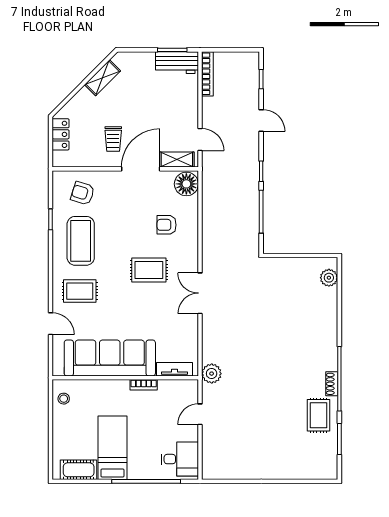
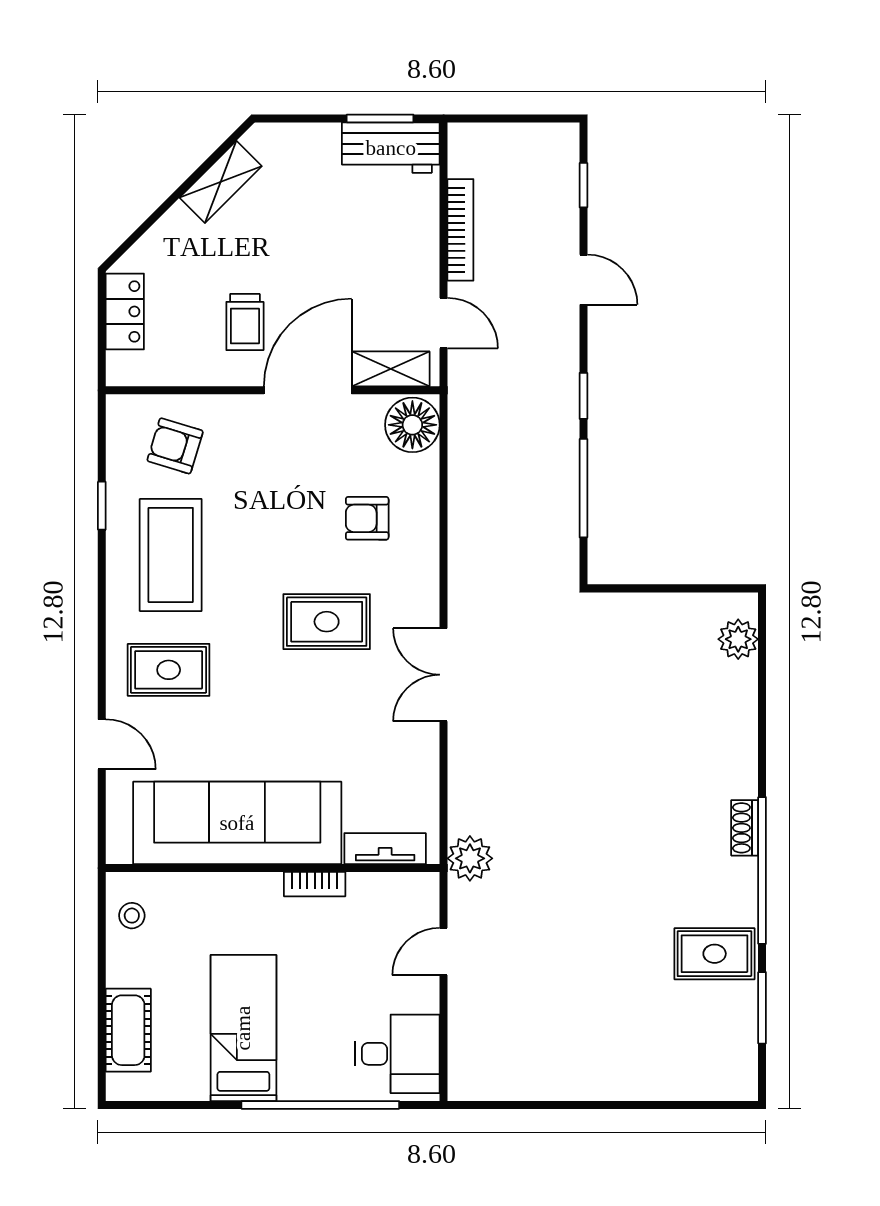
bookcase: (207, 74) -> (460, 230), moved
shoe rack: (332, 384) -> (745, 828), moved
rug: (319, 415) -> (715, 954), turned 90
cot: (79, 470) -> (128, 1030), moved, turned 90

